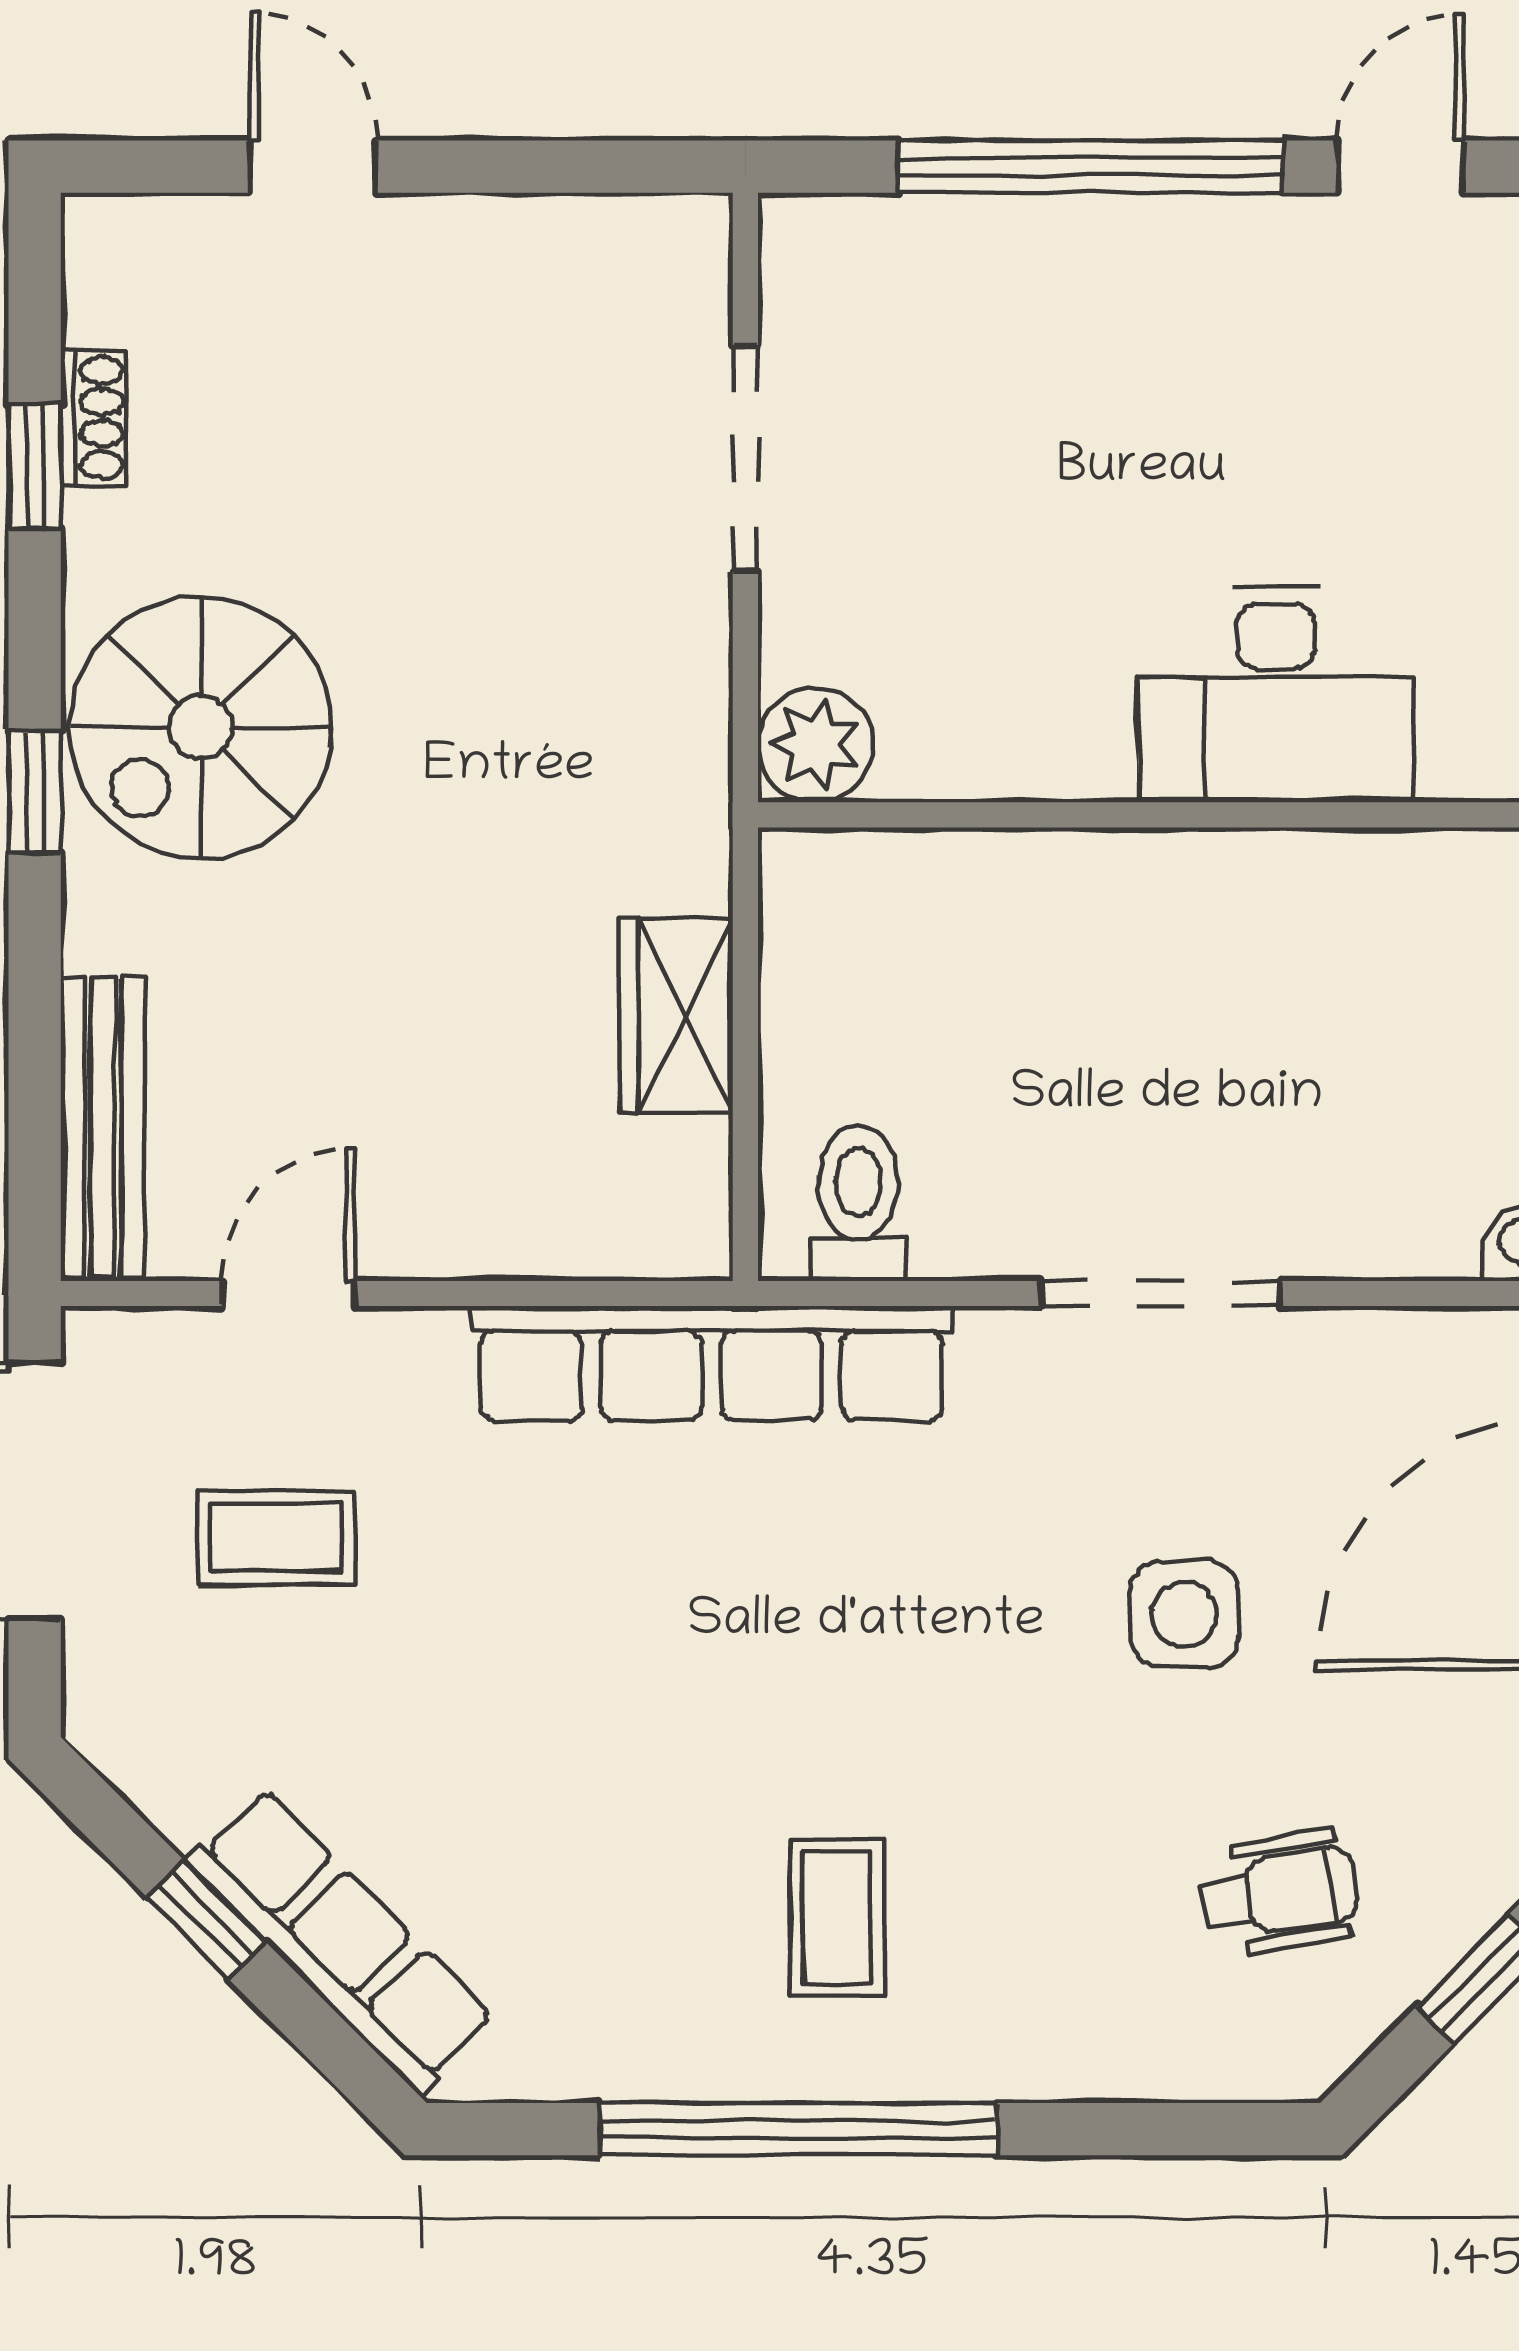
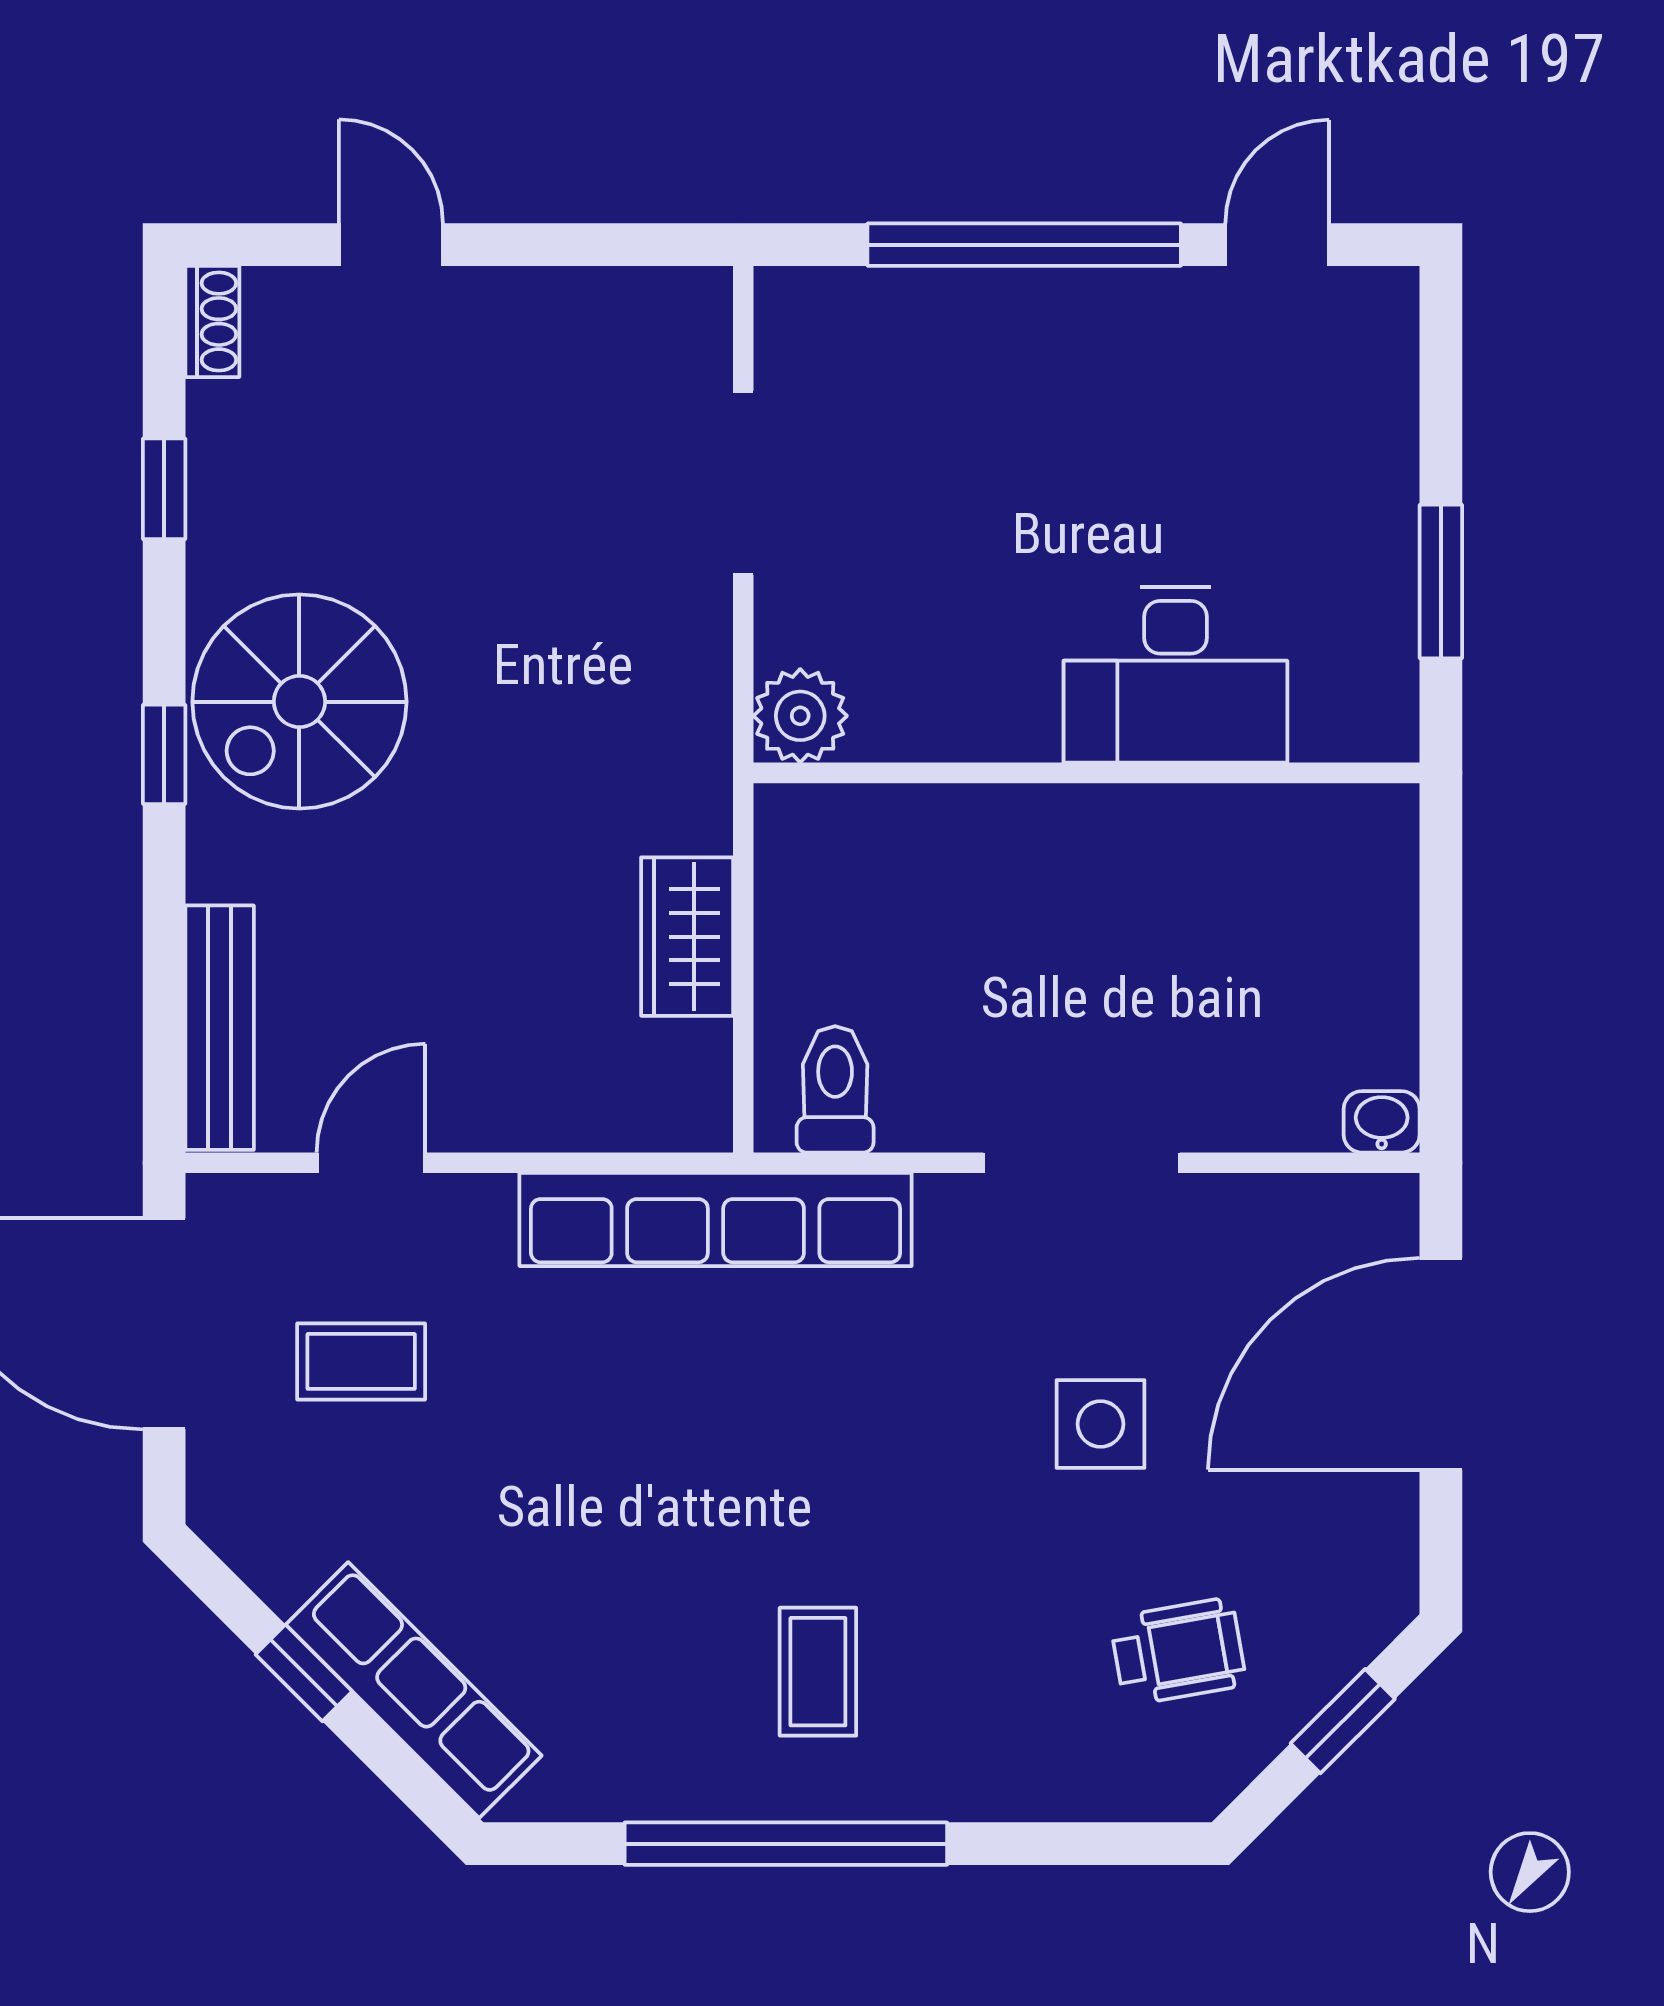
shoe rack: (94, 418) -> (212, 321), moved

